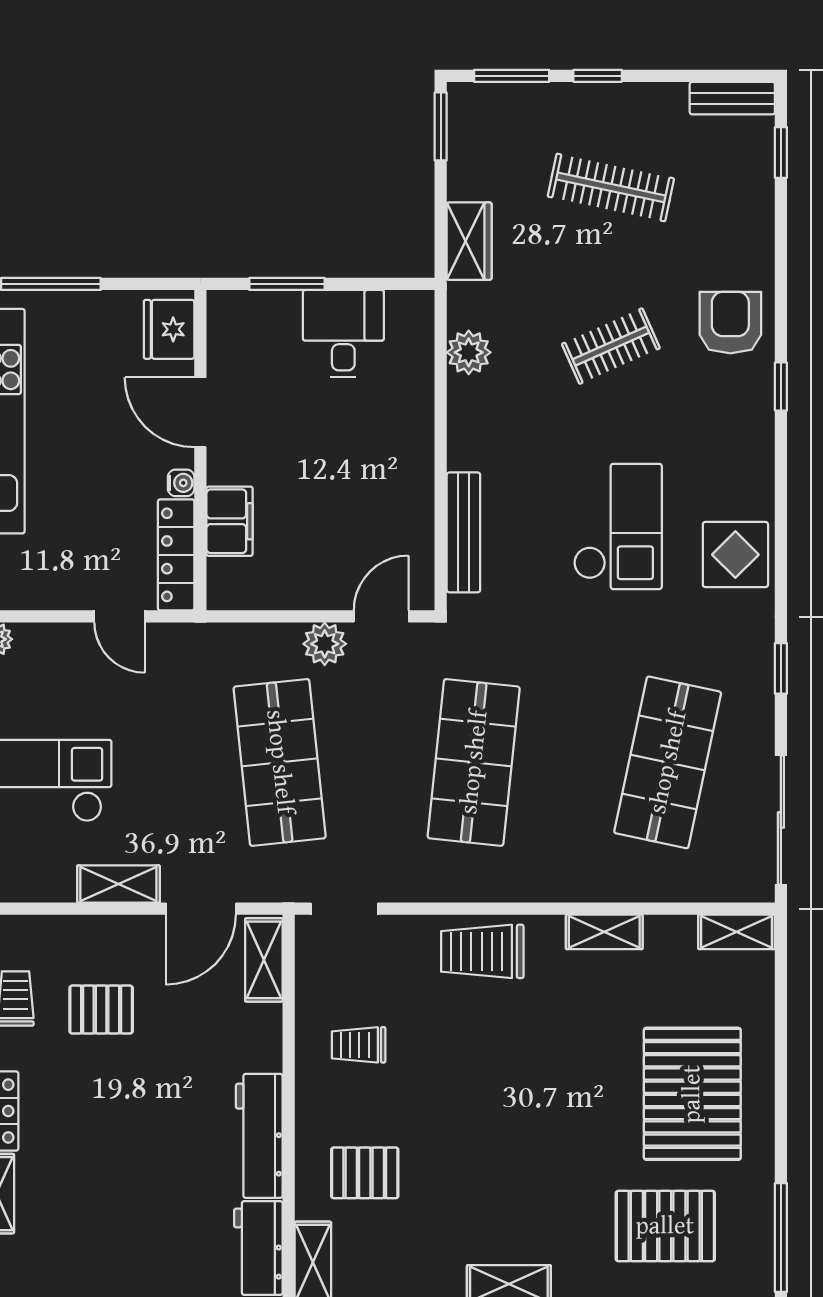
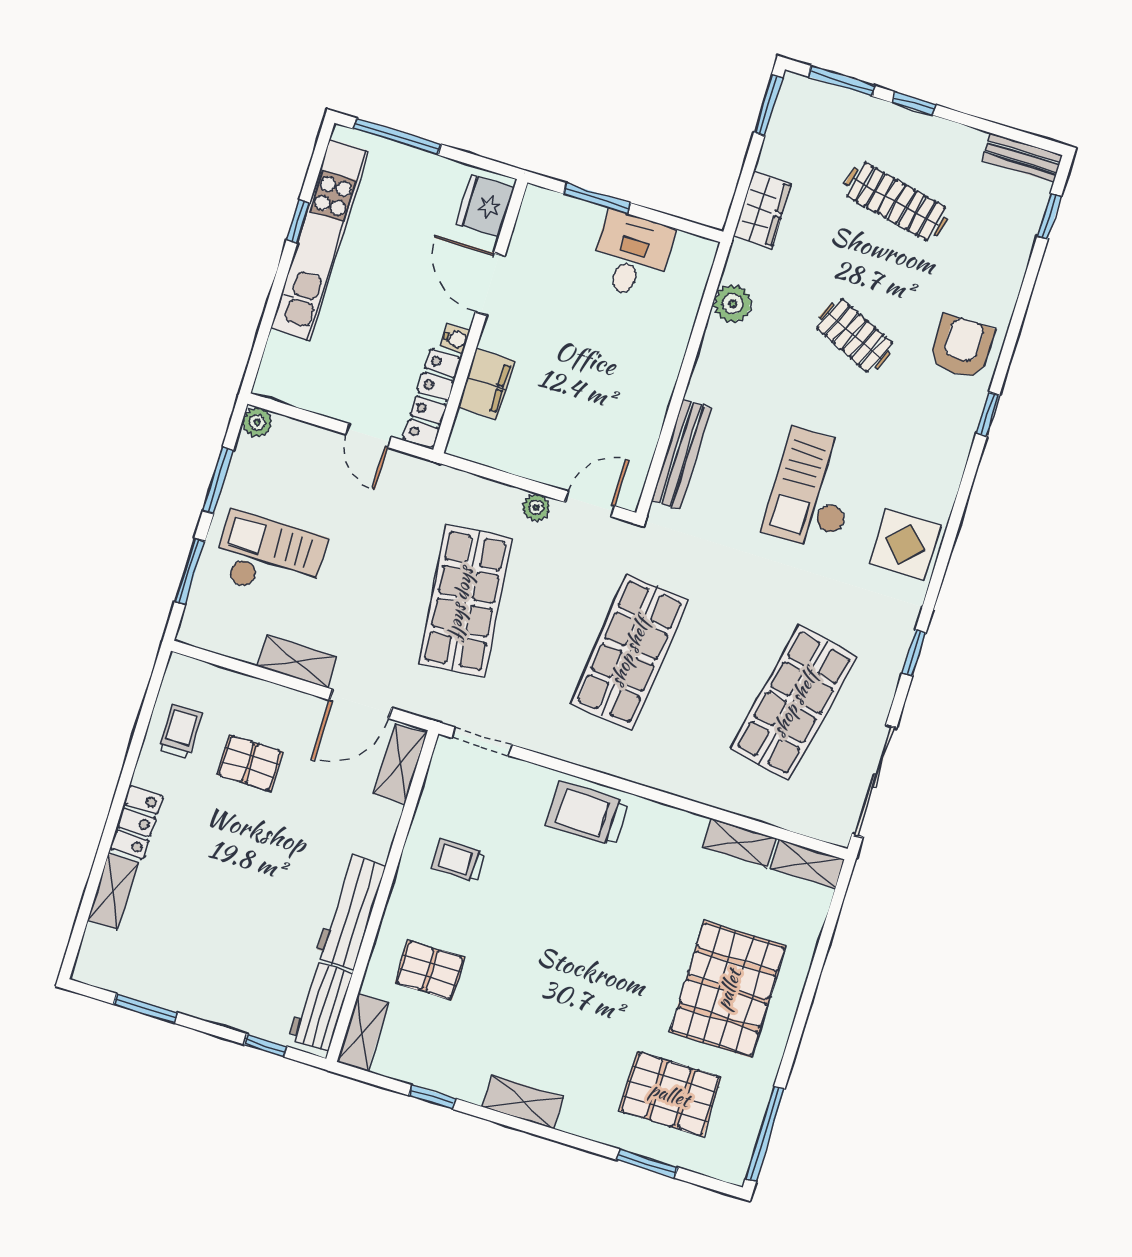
clothes rail: (611, 346) -> (855, 336), turned 48
checkout: (618, 526) -> (813, 490), turned 180
plant: (325, 644) -> (536, 507), width x0.73, depth x0.73
shelving: (604, 932) -> (740, 843), moved

